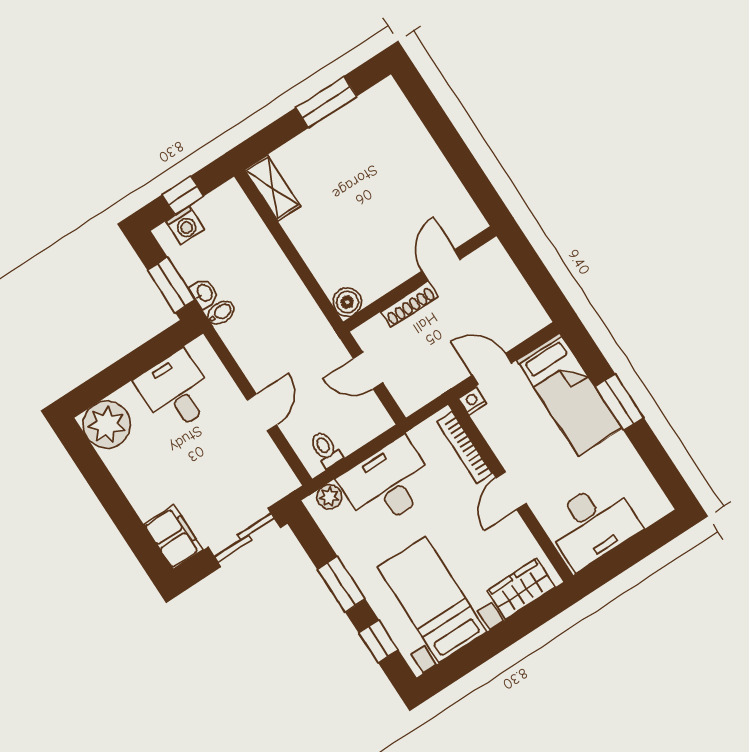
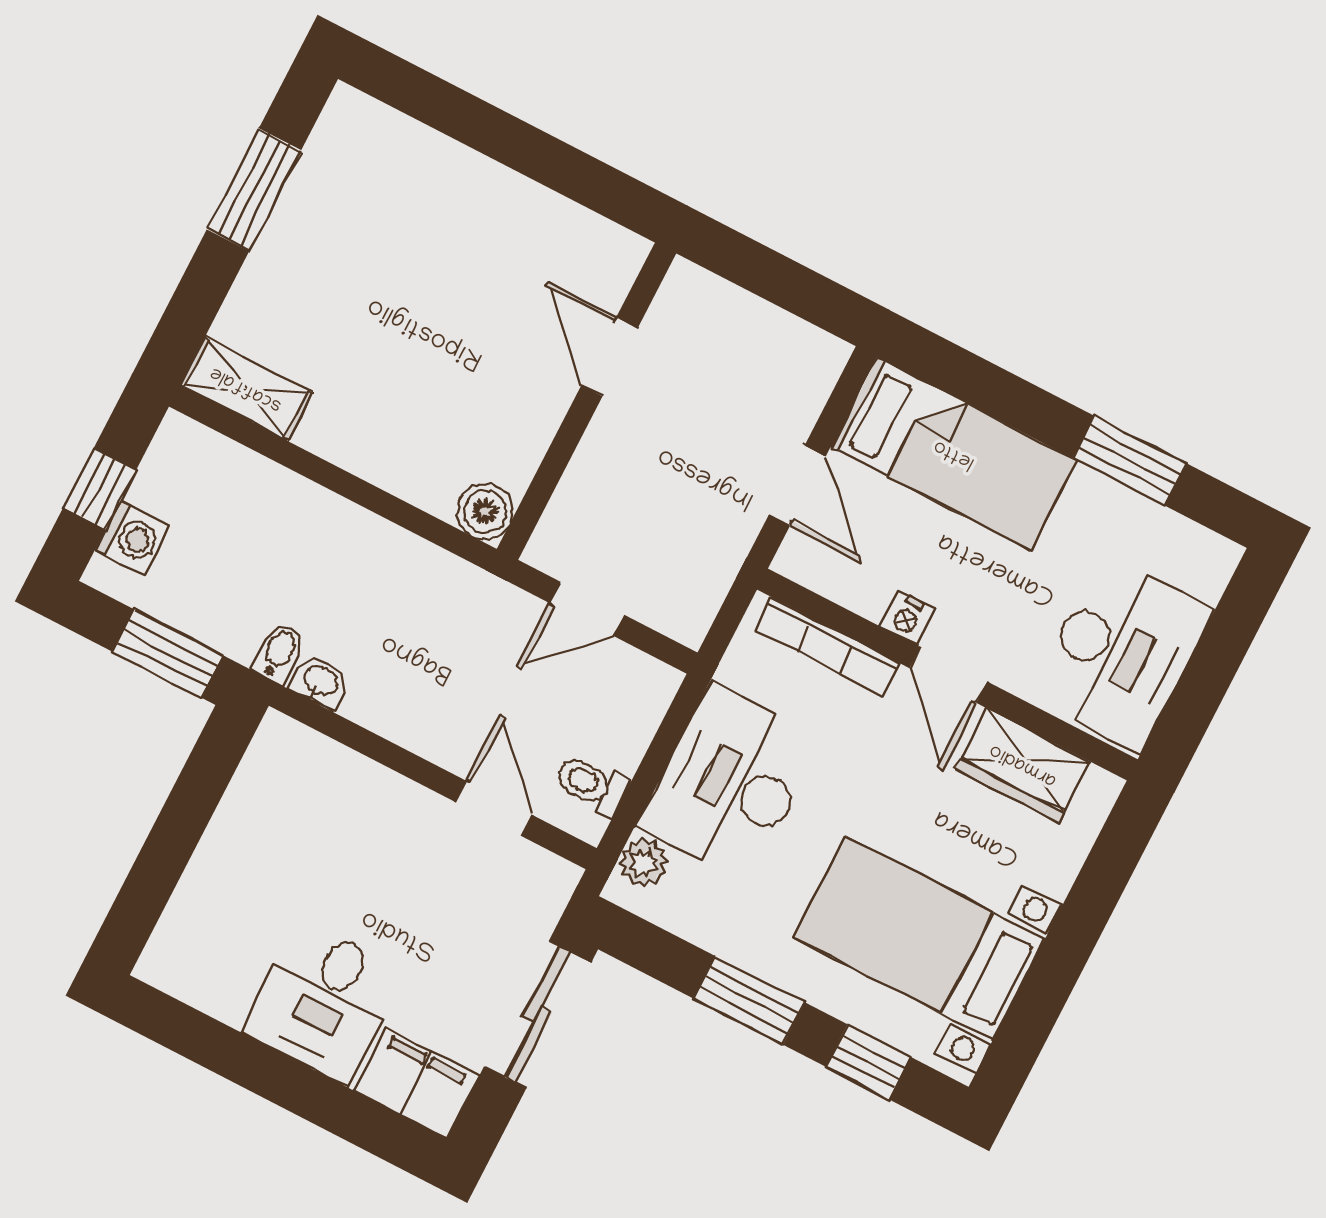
washbasin: (204, 293) -> (320, 681), moved
shoe rack: (410, 304) -> (593, 455), removed
door: (492, 369) -> (797, 486), swing flipped
desk: (176, 391) -> (324, 1002), moved, turned -90
nightstand: (472, 401) -> (907, 618), moved, turned -90
window: (619, 402) -> (1130, 461), moved
door: (262, 413) -> (493, 808), moved
plant: (107, 425) -> (192, 955), removed
wardrobe: (521, 589) -> (1023, 765), moved, turned -90

